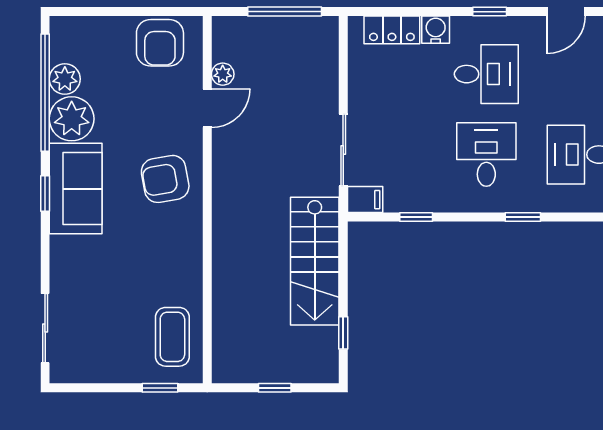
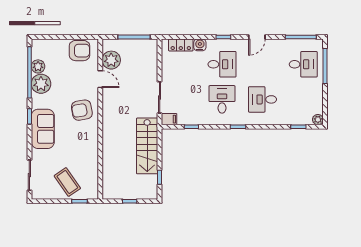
armchair: (160, 43) -> (80, 51), turned -90
plant: (223, 74) -> (111, 60), width x1.87, depth x1.87
door: (207, 108) -> (100, 79), hinge flipped
sofa: (76, 189) -> (43, 129), moved
coffee table: (172, 337) -> (67, 182), moved, turned -35

